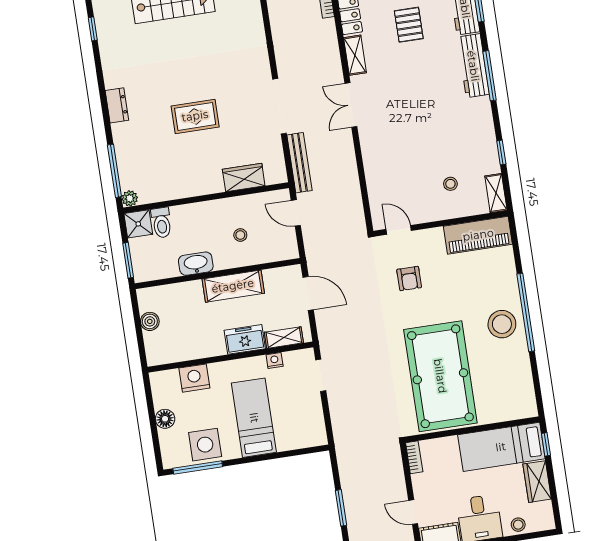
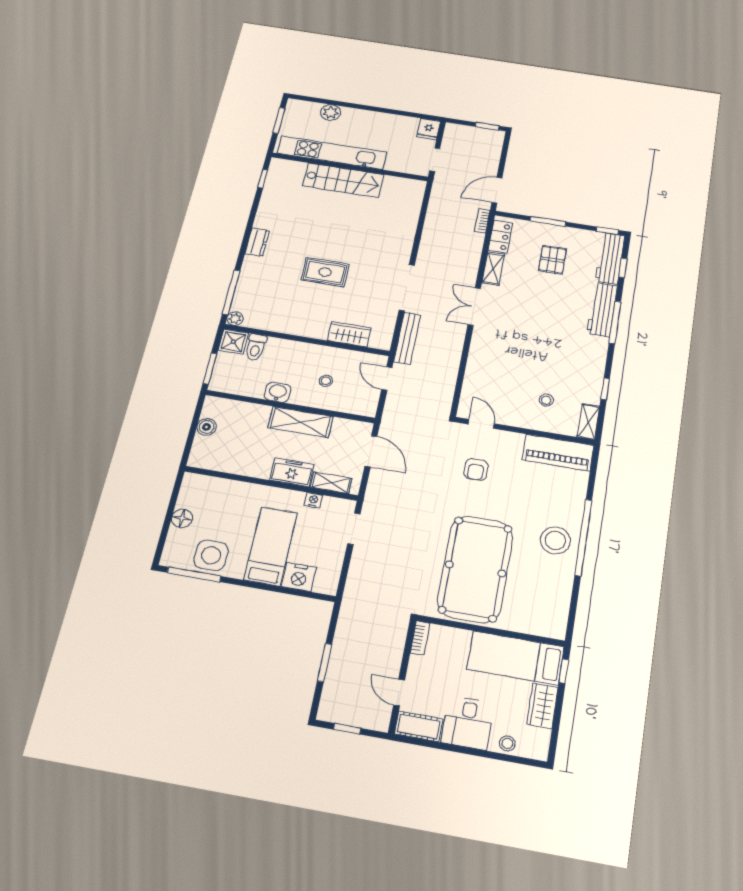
washbasin: (196, 264) -> (278, 392), width x0.72
nightstand: (194, 378) -> (299, 577), moved, turned 180

